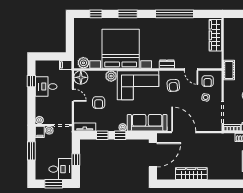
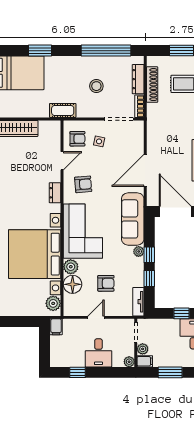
floor lamp: (81, 77) -> (73, 284), moved
desk: (46, 87) -> (98, 353), moved

